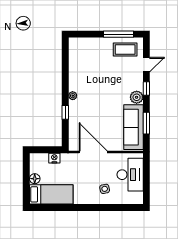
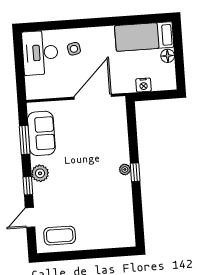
window: (119, 34) -> (70, 255), removed
window: (65, 112) -> (135, 172), moved
sofa: (133, 127) -> (41, 133), width x0.73
door: (93, 152) -> (93, 97), swing flipped
desk: (130, 175) -> (40, 53), moved

